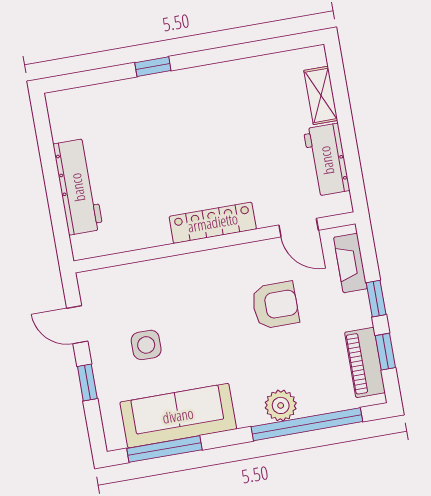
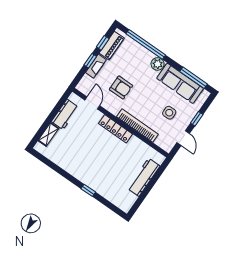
fireplace: (350, 263) -> (96, 66), moved
bookcase: (180, 267) -> (137, 125), added
armchair: (275, 305) -> (121, 87), turned 180
plant: (281, 405) -> (158, 64), moved

